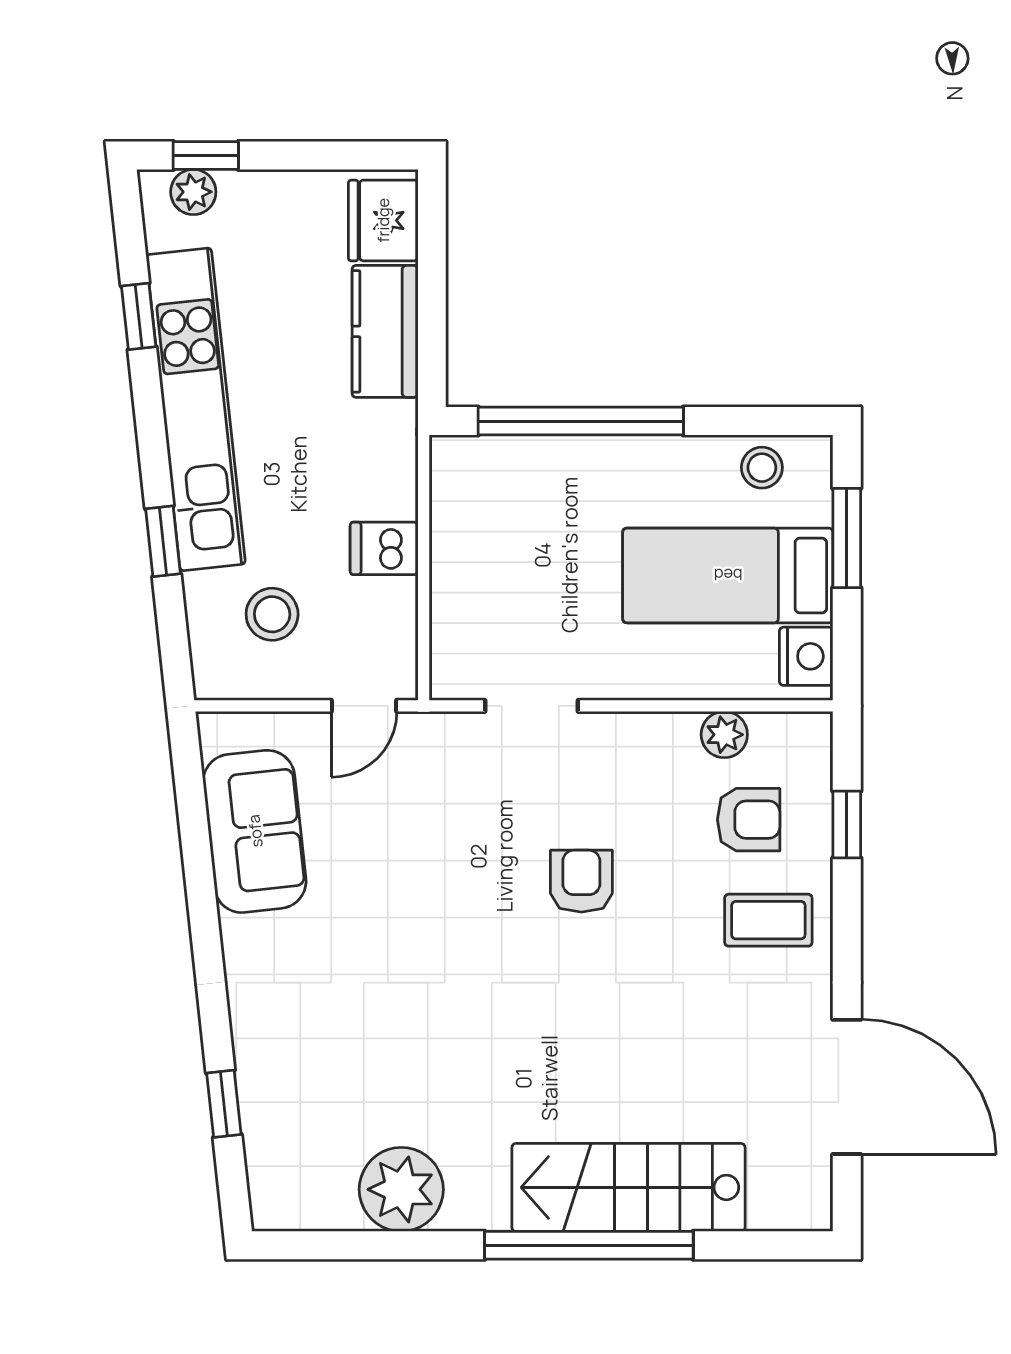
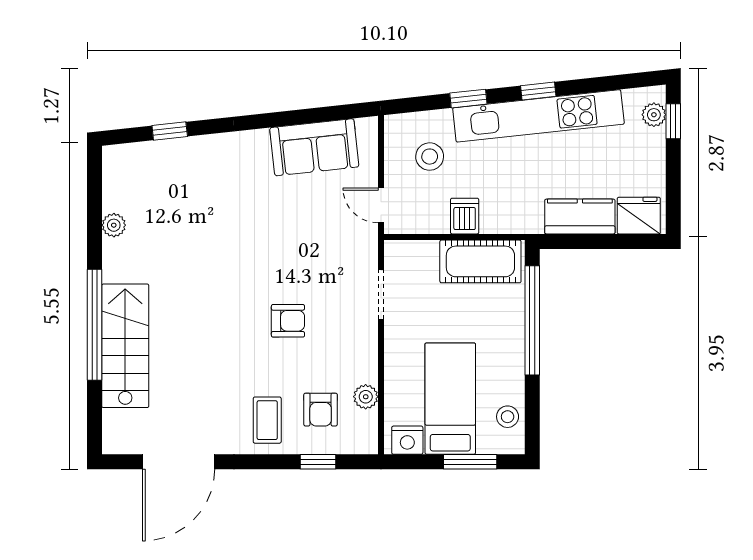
window: (139, 316) -> (538, 91), moved
cot: (470, 519) -> (480, 261), added
plant: (401, 1189) -> (114, 225), width x0.53, depth x0.53

